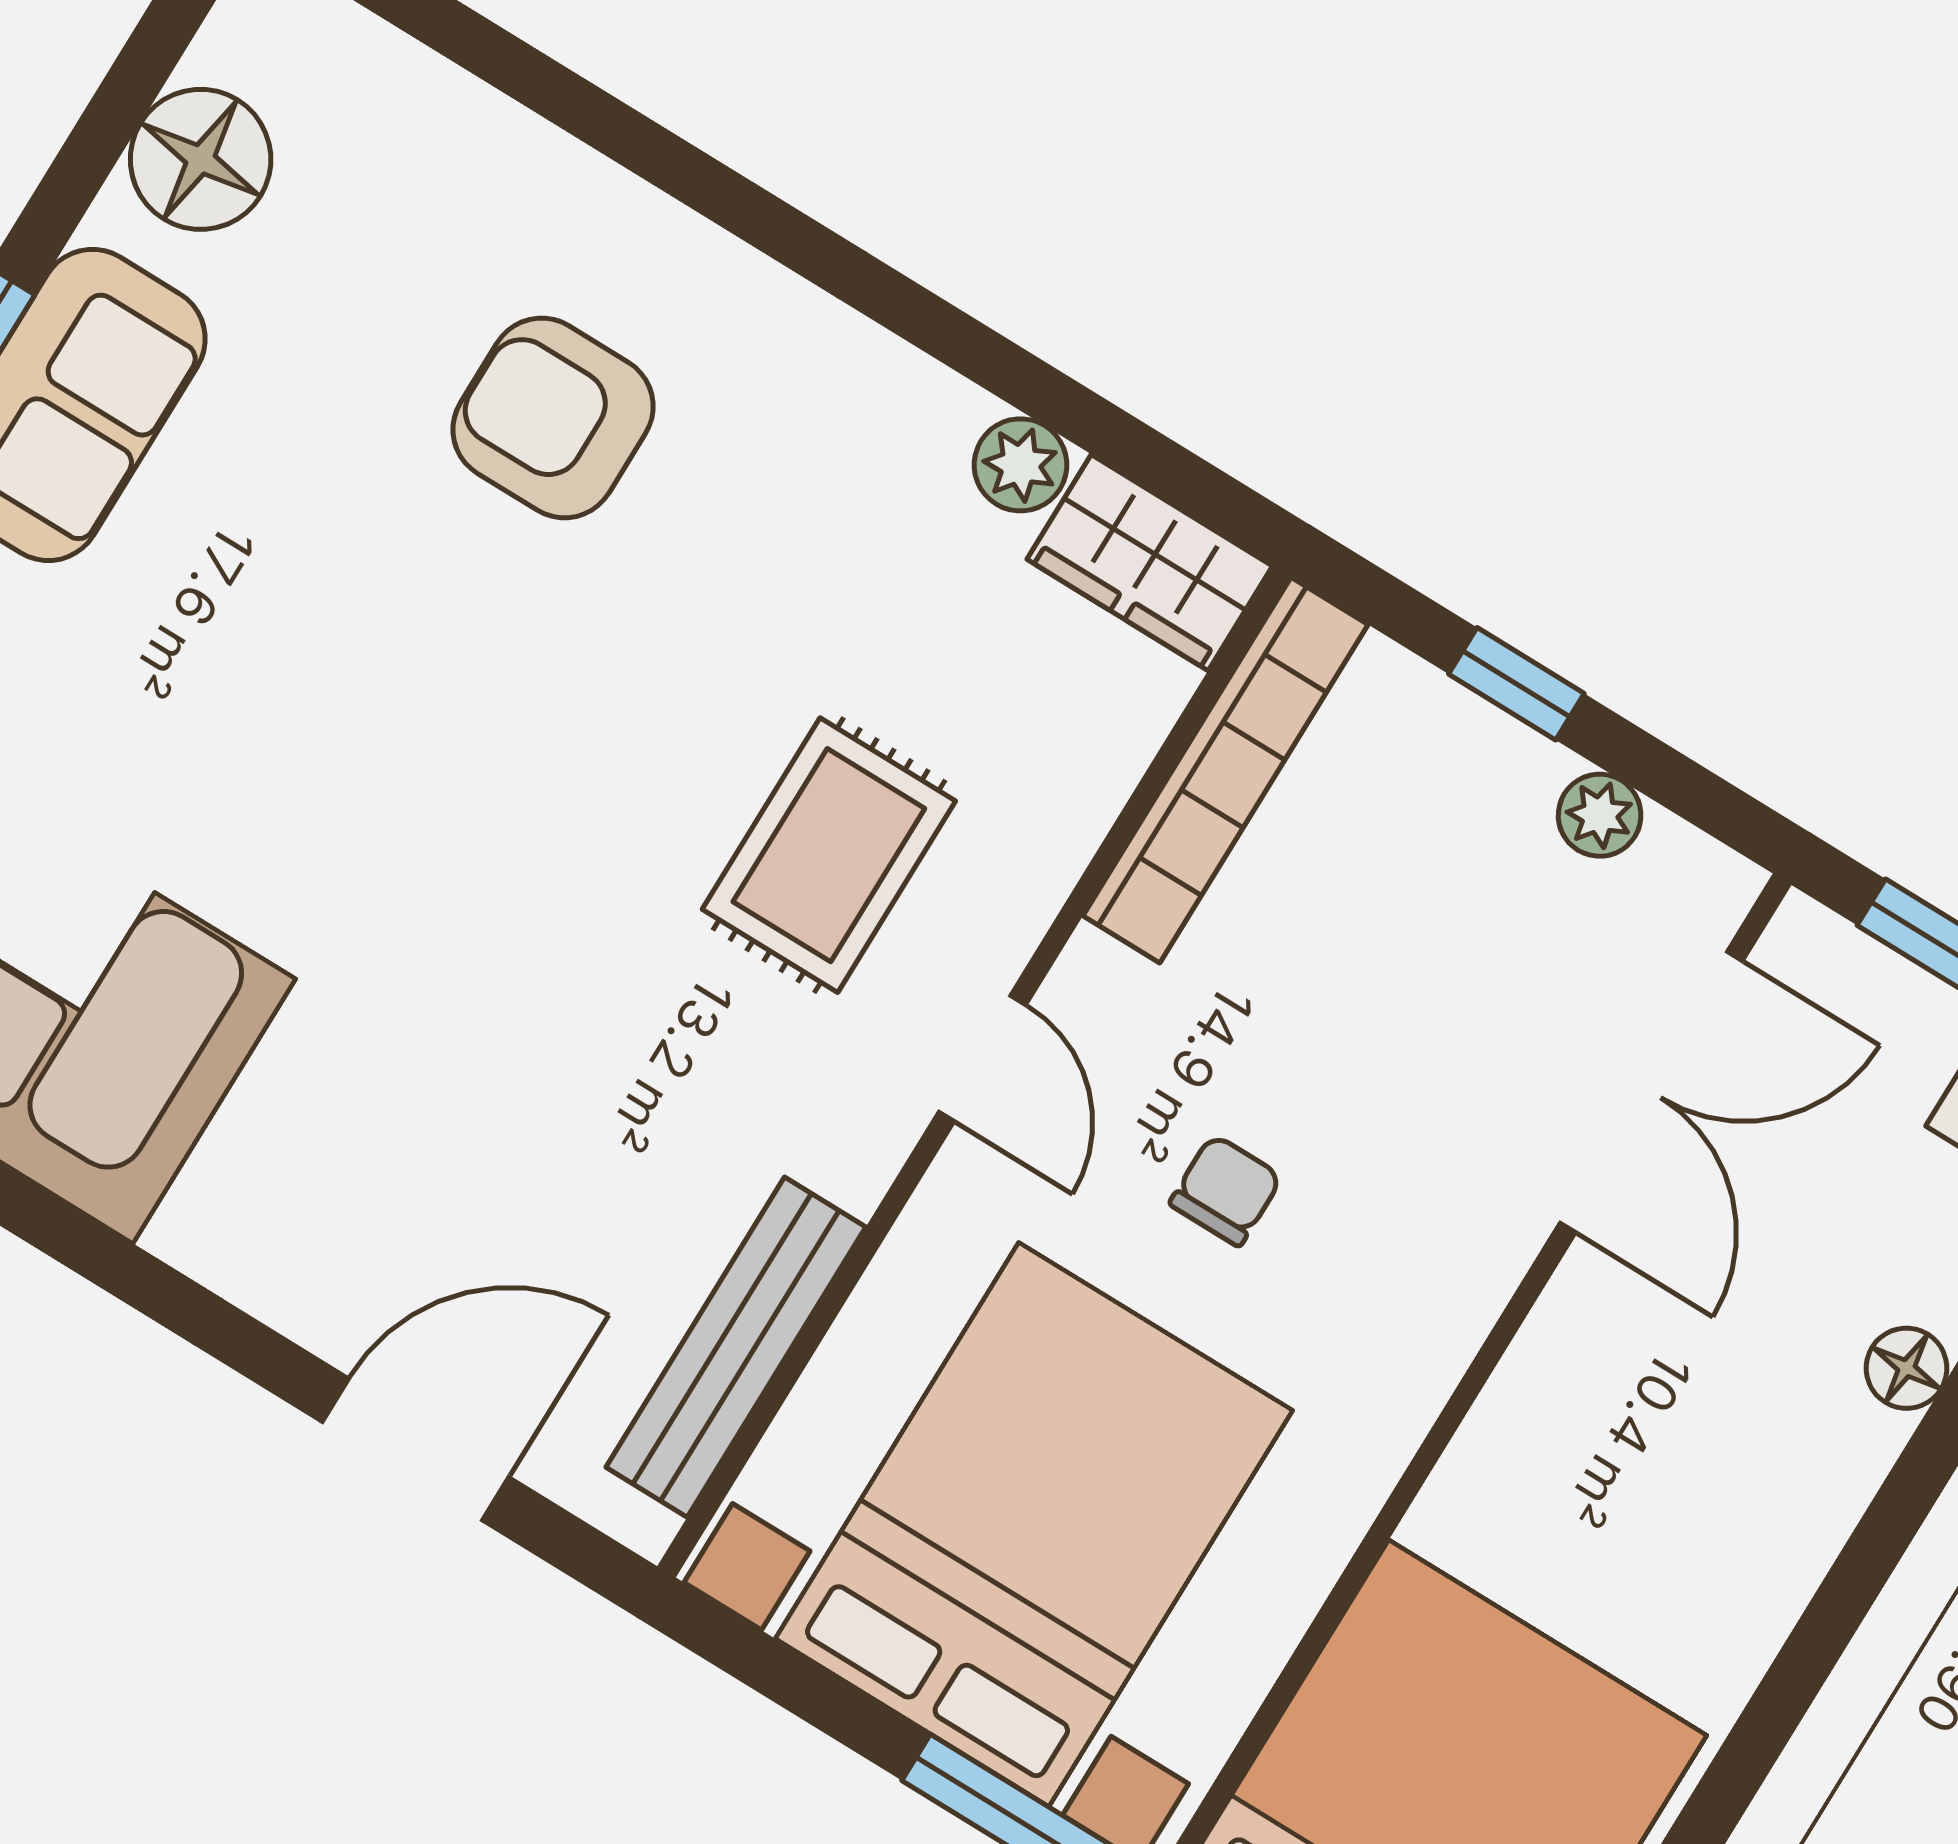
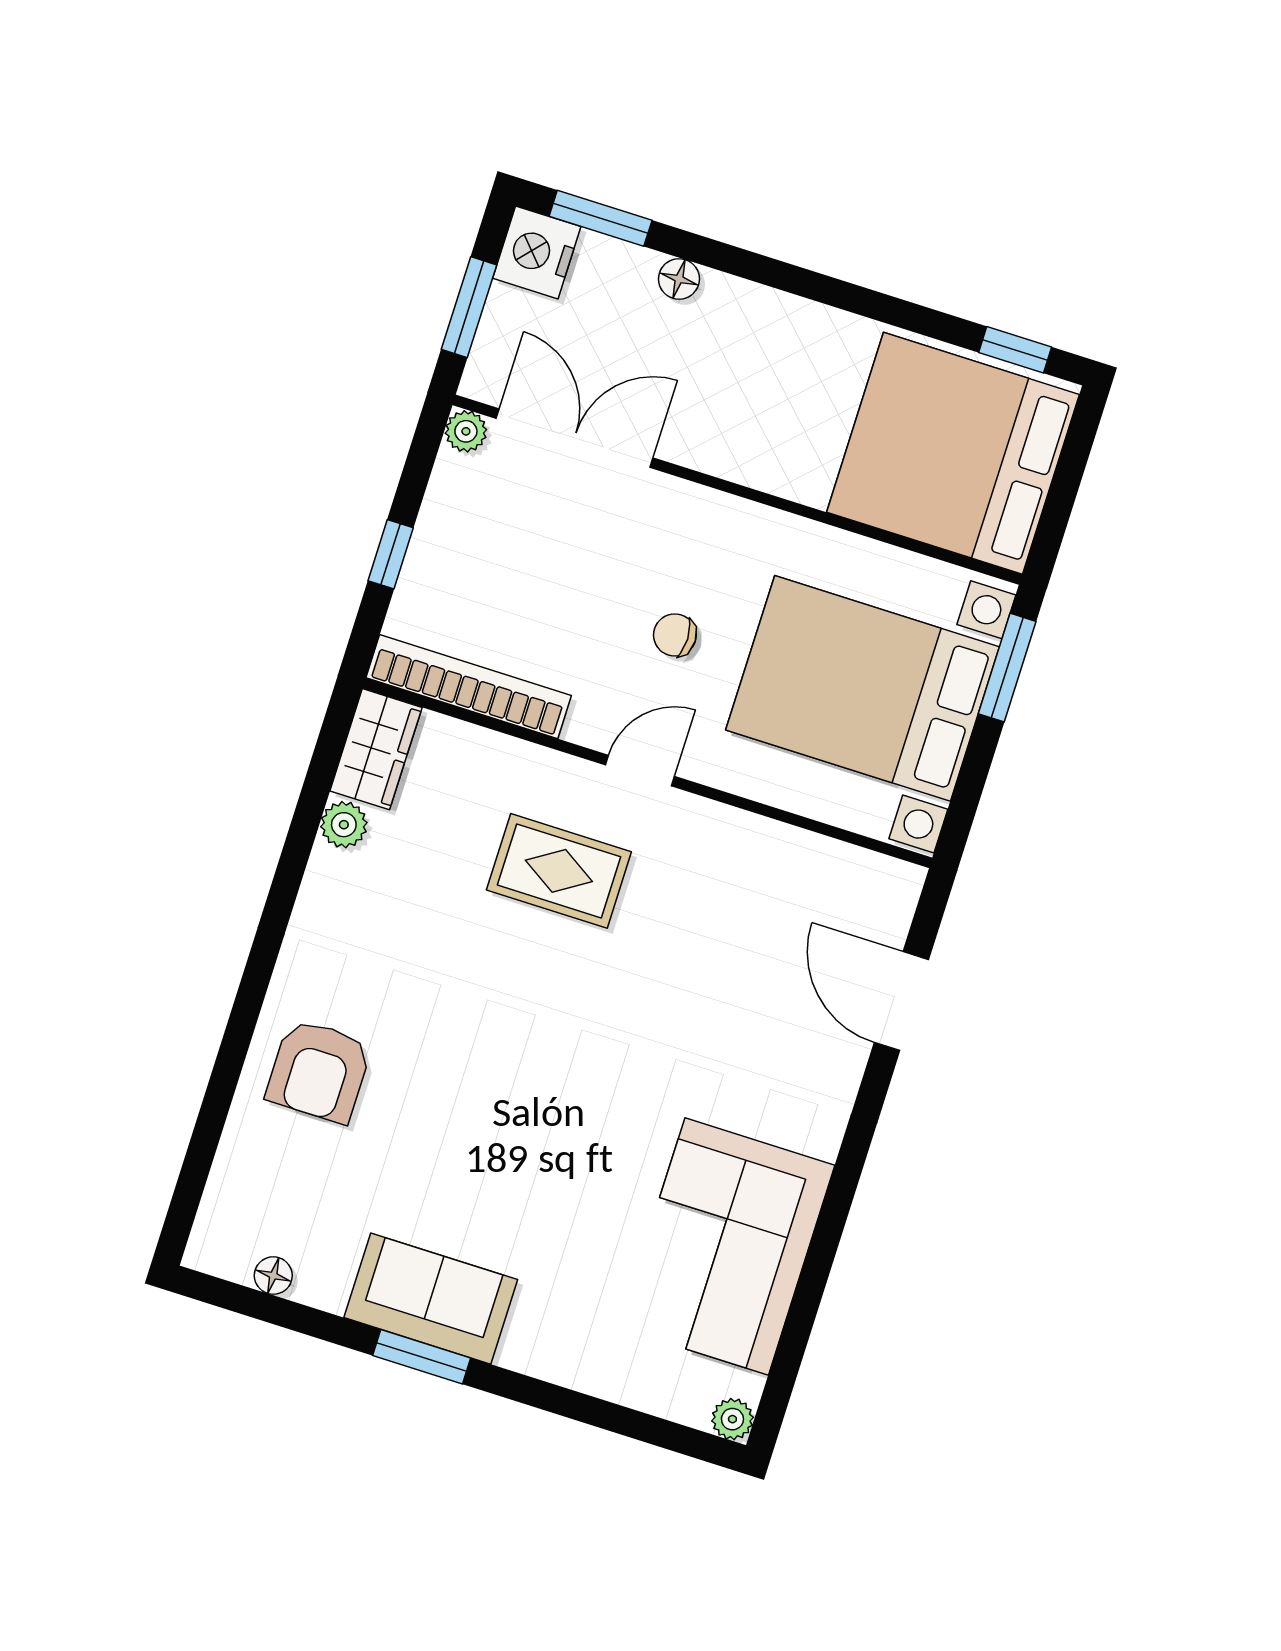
floor lamp: (201, 159) -> (273, 1276), width x0.53, depth x0.53
armchair: (553, 418) -> (319, 1071), moved
plant: (1600, 815) -> (466, 431), moved
bench: (736, 1347) -> (812, 856), removed

